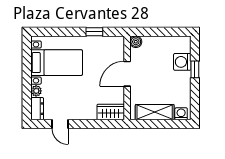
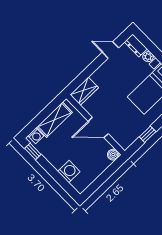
window: (195, 69) -> (33, 151), moved
door: (127, 74) -> (98, 128), swing flipped

